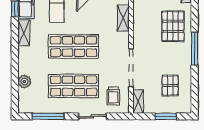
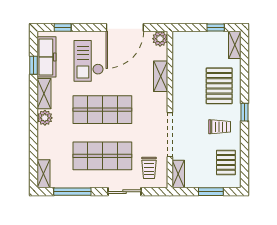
window: (195, 49) -> (245, 112), width x0.46
trolley: (173, 61) -> (220, 127), added
plant: (24, 82) -> (45, 118), moved
pallet: (170, 85) -> (226, 162), moved
shelving: (23, 101) -> (44, 174), added

